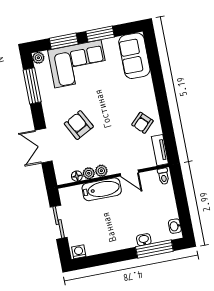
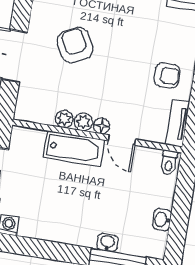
armchair: (142, 123) -> (167, 75), turned -135
floor lamp: (77, 176) -> (102, 126), moved
washbasin: (175, 226) -> (162, 220), moved

